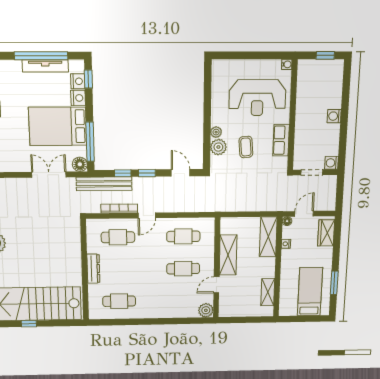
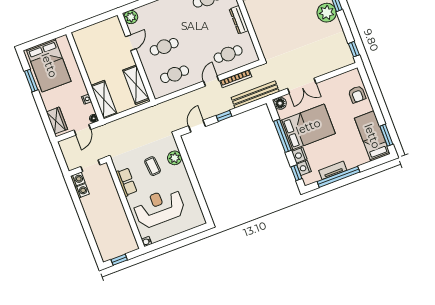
tv unit: (45, 66) -> (333, 170), width x0.71
washing machine: (334, 116) -> (82, 191), moved
plant: (216, 132) -> (181, 169), removed
window: (90, 142) -> (282, 136), moved
window: (123, 173) -> (243, 109), removed
door: (181, 173) -> (197, 126), swing flipped
shelving: (228, 255) -> (136, 85), moved
shelving: (268, 292) -> (84, 52), removed
bed: (310, 292) -> (49, 65), width x1.50

